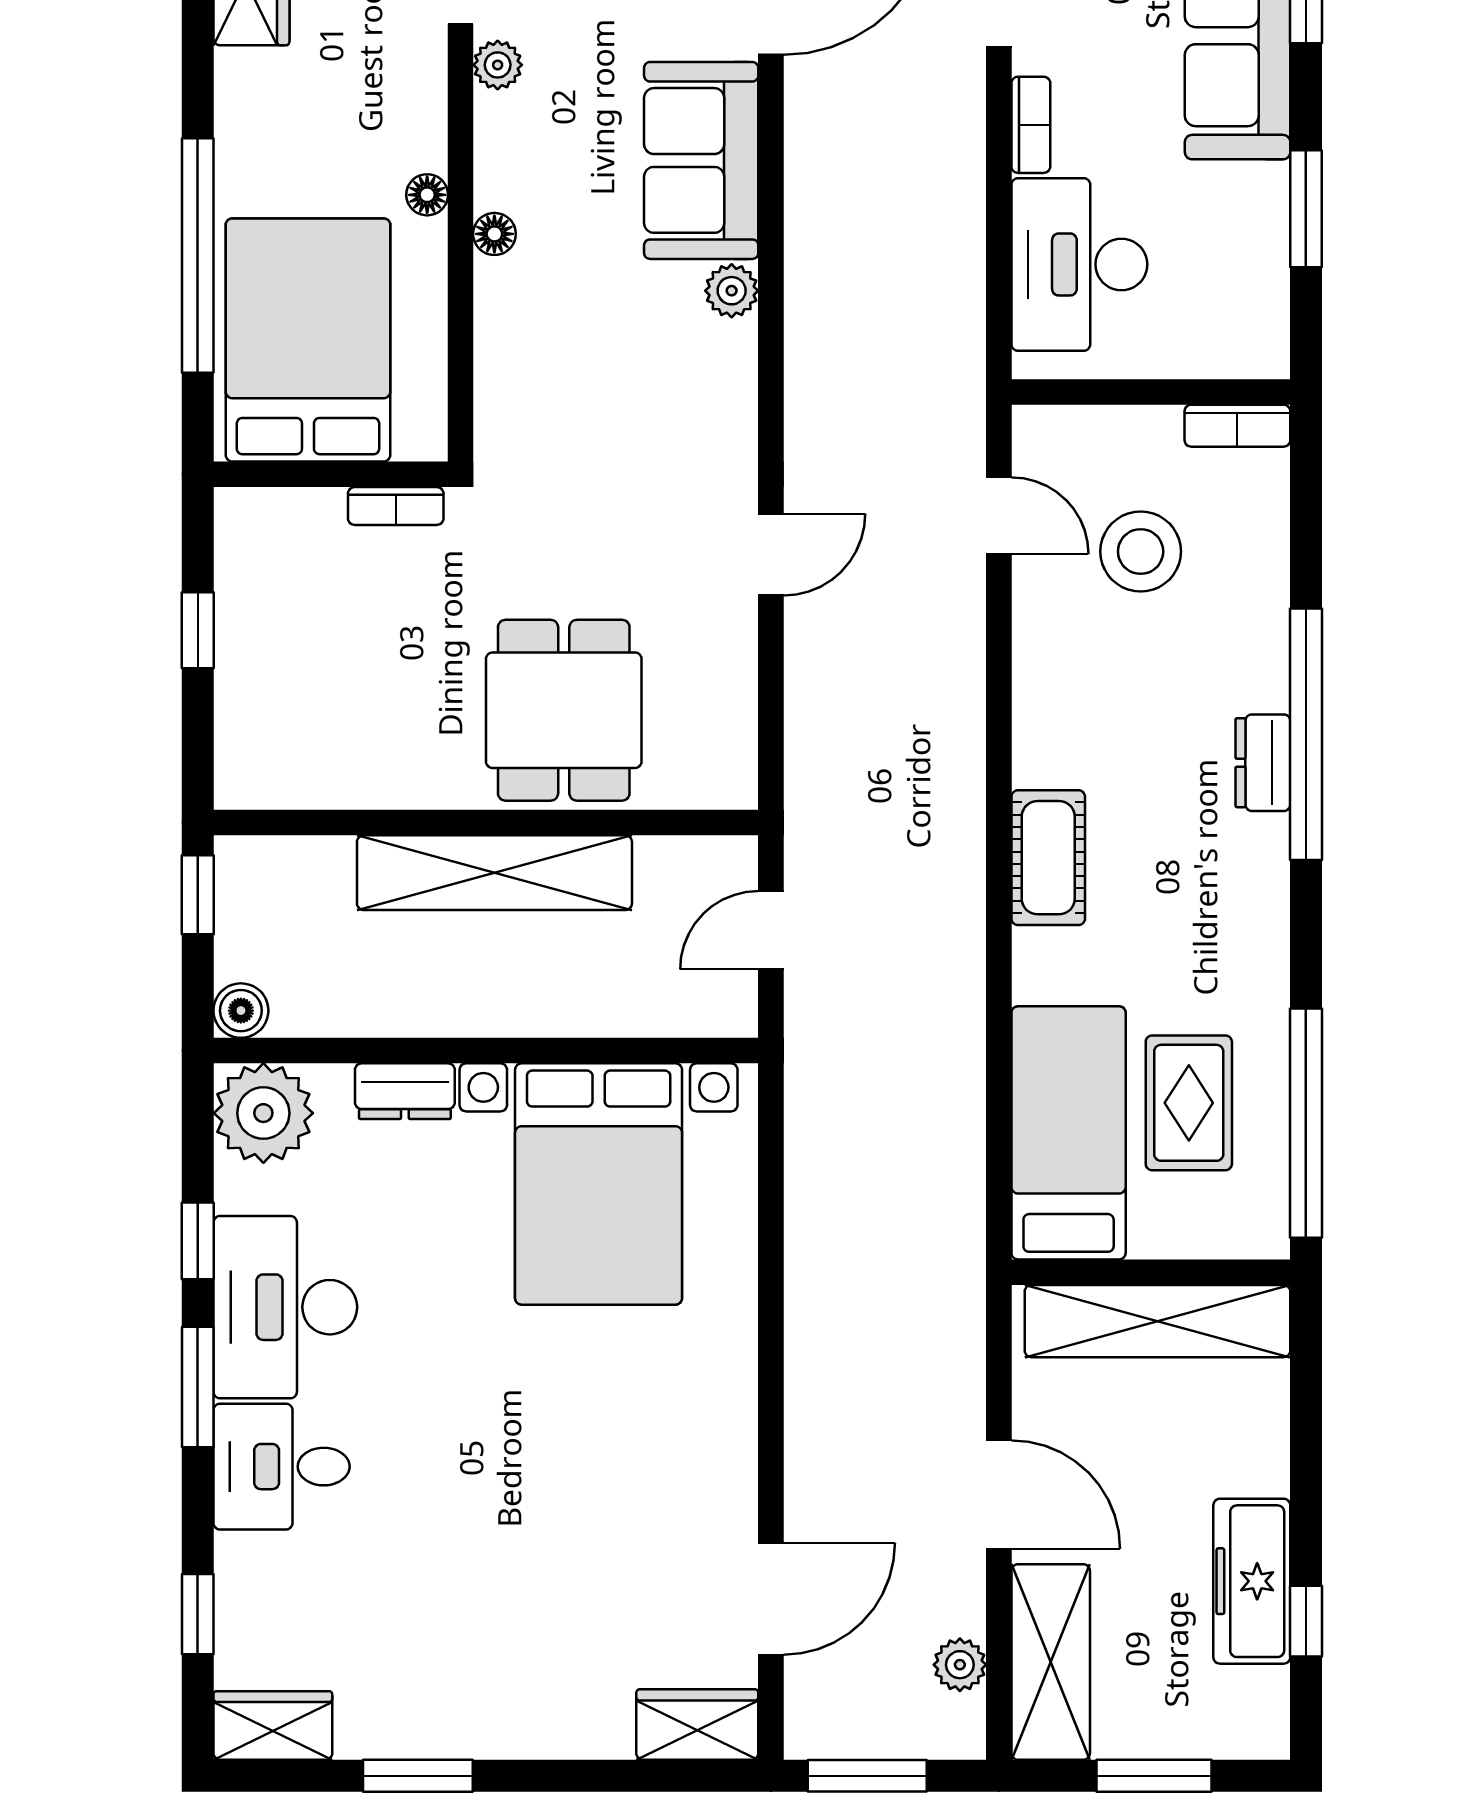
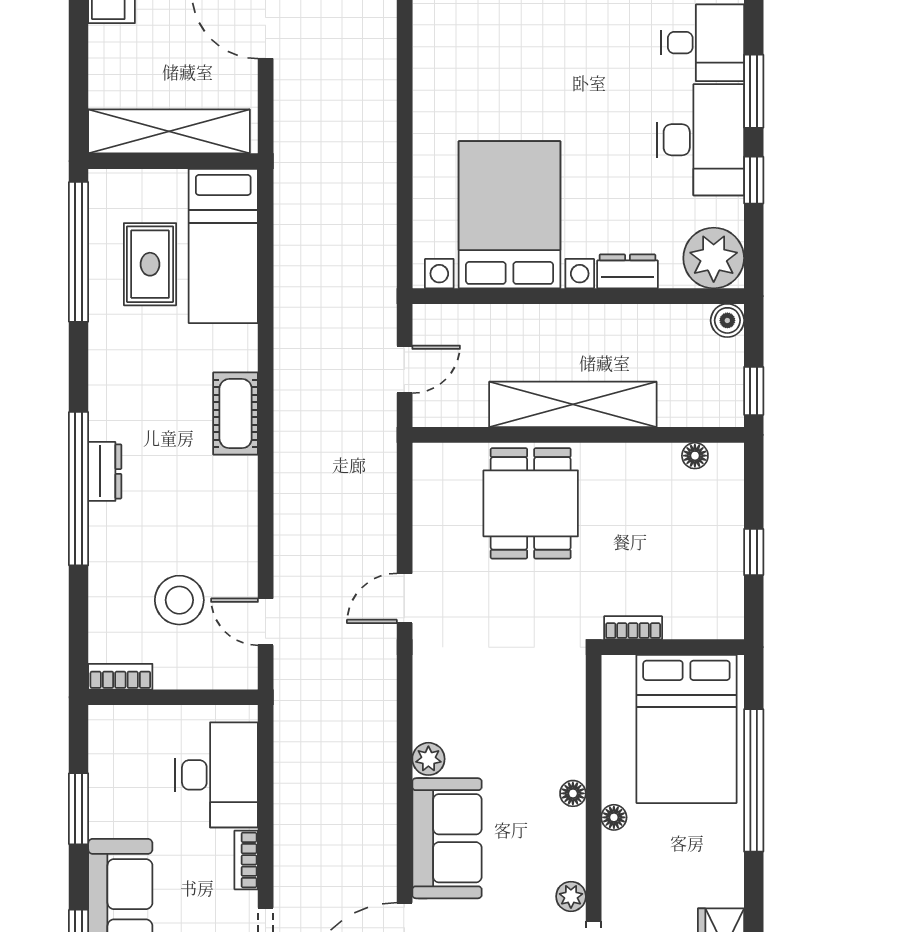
floor lamp: (294, 789) -> (695, 456), added

